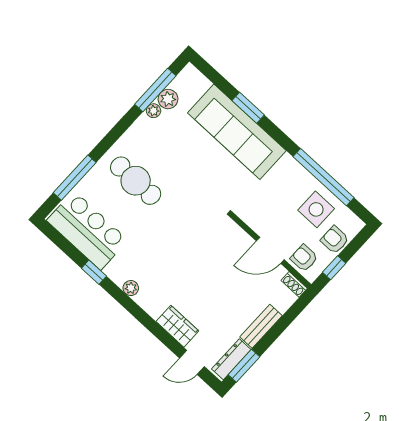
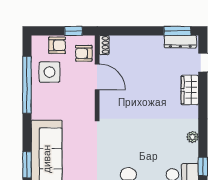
armchair: (335, 240) -> (57, 45), turned -90
armchair: (304, 258) -> (84, 53), turned 90
bench: (261, 326) -> (146, 42), removed

